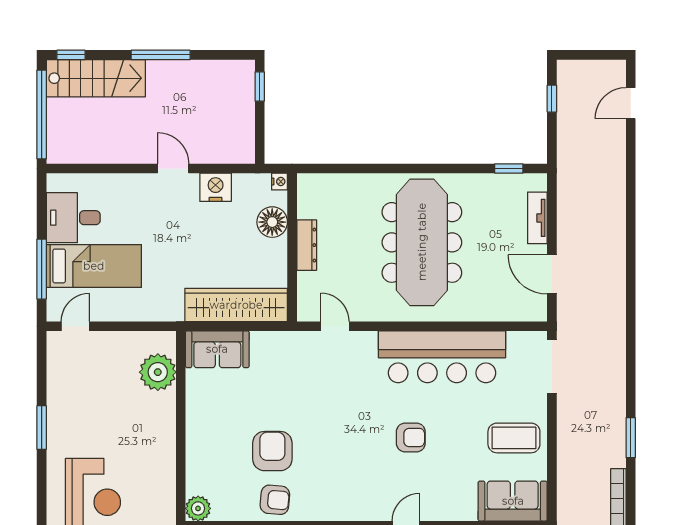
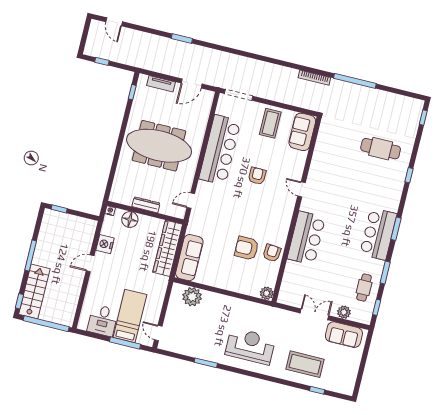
sofa: (217, 349) -> (189, 258), width x1.36
window: (631, 438) -> (182, 38), moved

